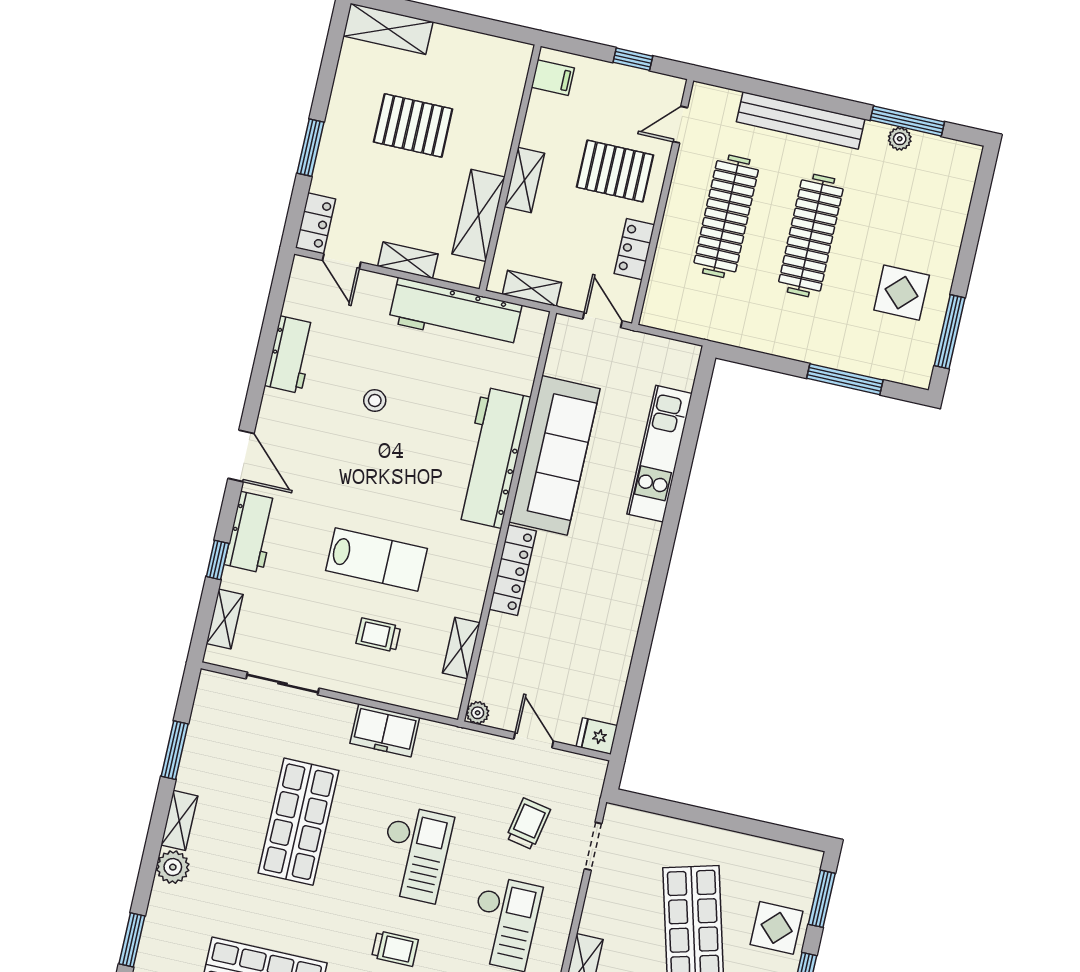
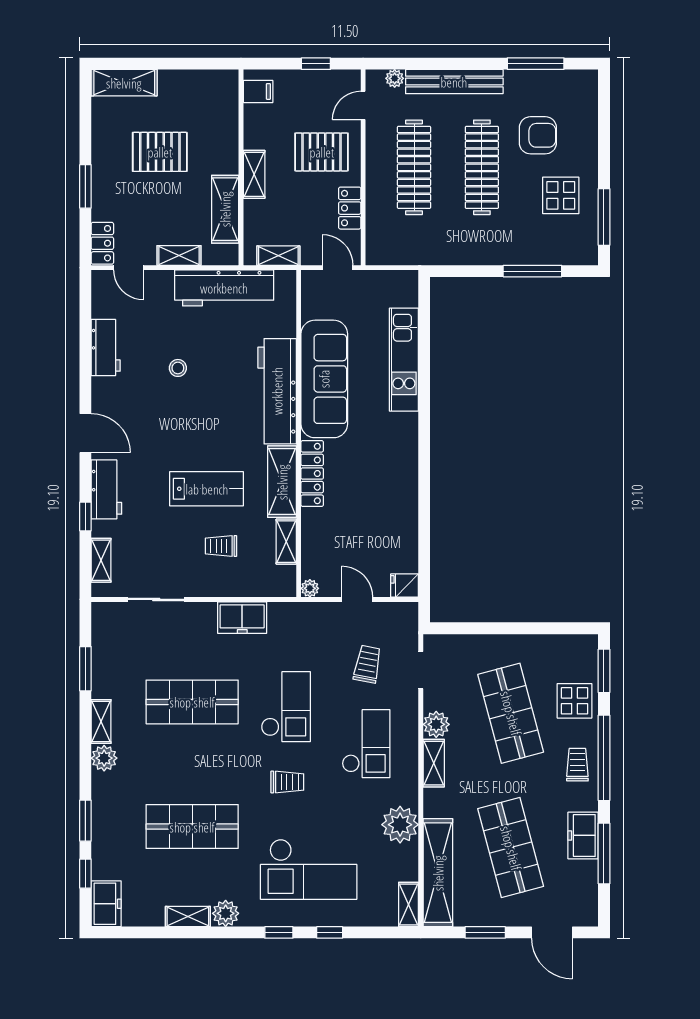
plant: (900, 139) -> (395, 78), moved
armchair: (890, 211) -> (538, 135), added
shelving: (473, 572) -> (282, 482), added
shop shelf: (299, 822) -> (192, 702), turned 90
plant: (597, 918) -> (436, 724), added

